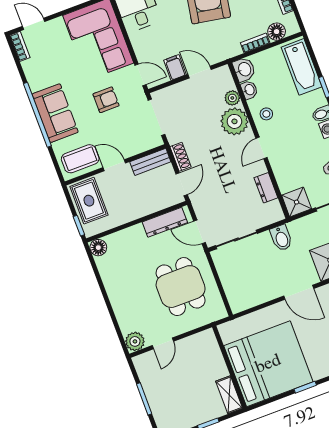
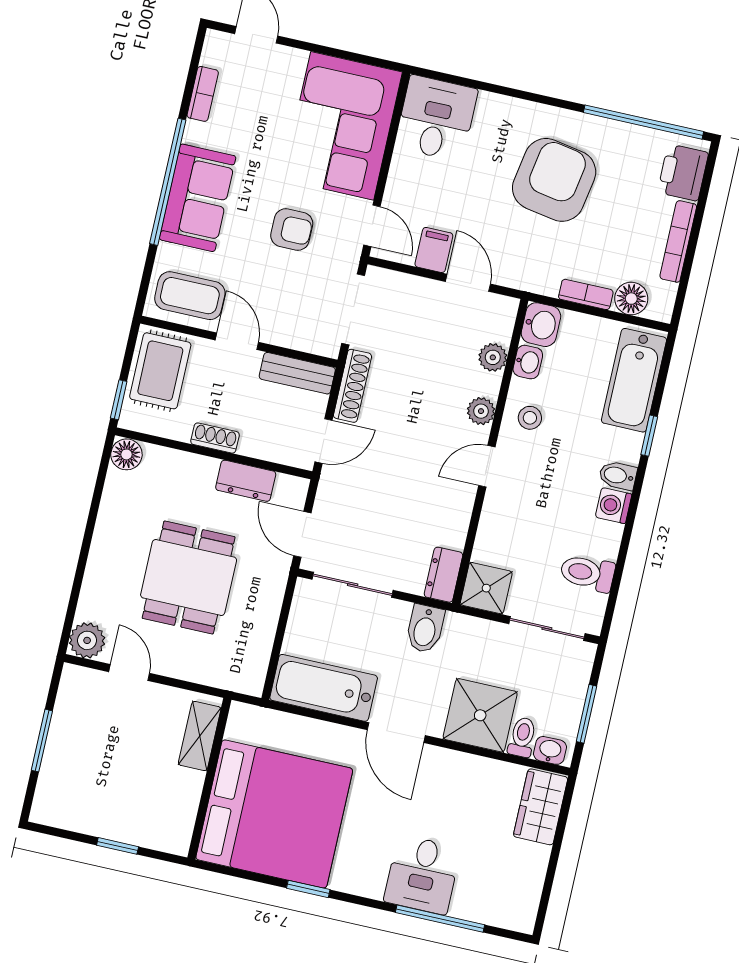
bookcase: (20, 46) -> (203, 94), moved
plant: (234, 121) -> (481, 411), width x0.53, depth x0.53
shoe rack: (180, 157) -> (352, 386), width x1.43
dresser: (266, 188) -> (444, 575), moved
shoe rack: (133, 215) -> (215, 438), added
dresser: (165, 222) -> (246, 481), width x0.70
dining table: (181, 287) -> (189, 578), moved
bathtub: (254, 294) -> (324, 688), added
door: (163, 343) -> (129, 672), swing flipped
shelving: (229, 395) -> (200, 736), moved

